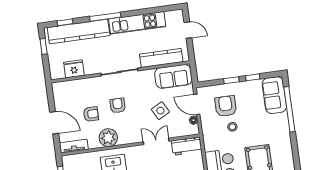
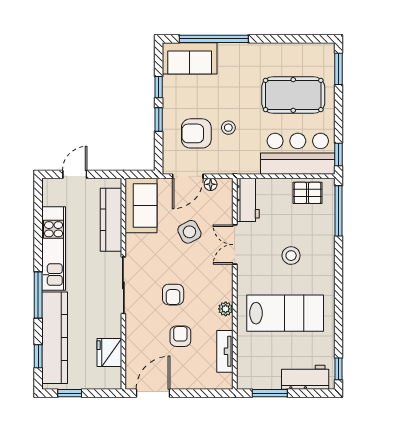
armchair: (118, 105) -> (173, 295), turned -90
door: (54, 123) -> (153, 393), moved
plant: (108, 138) -> (226, 309), width x0.53, depth x0.53
tv unit: (74, 146) -> (225, 351), moved

